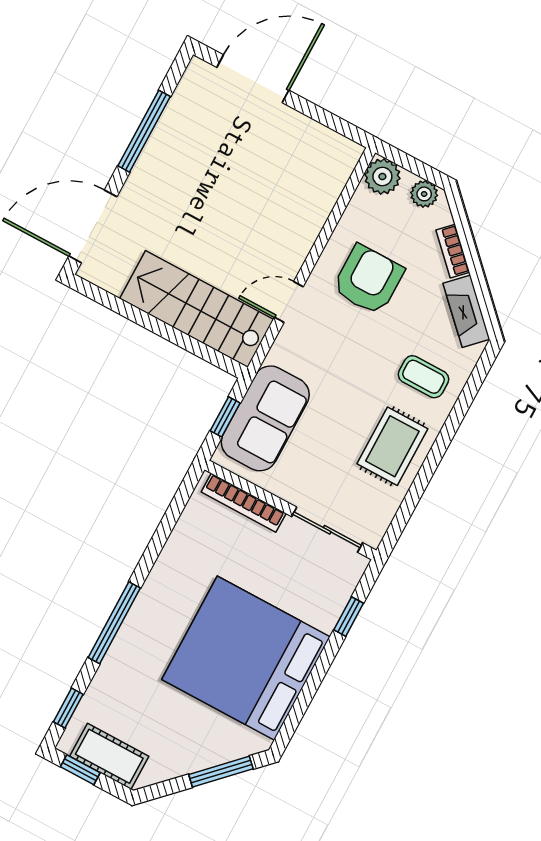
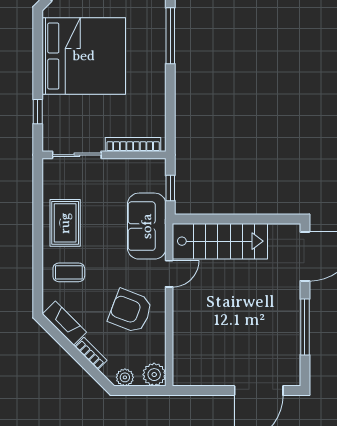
armchair: (368, 280) -> (130, 311), turned 111
sofa: (265, 418) -> (147, 226), moved

